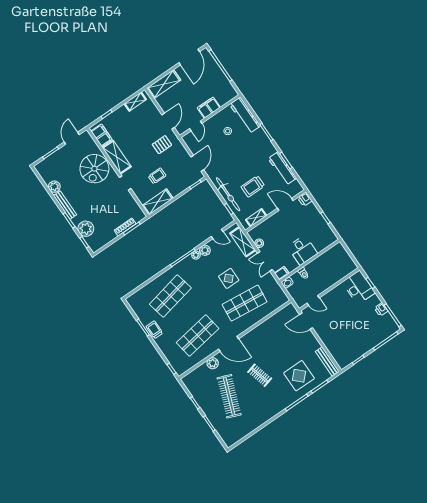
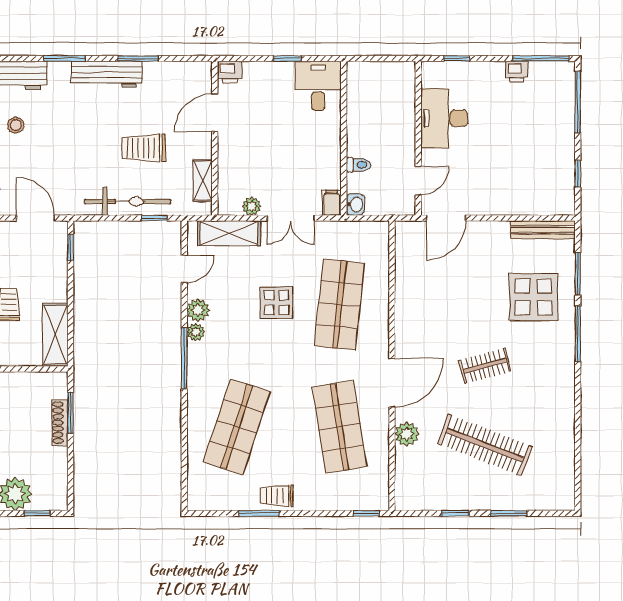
workbench: (282, 168) -> (107, 74), moved
trolley: (253, 186) -> (144, 148), turned 90
desk: (303, 250) -> (318, 86), moved, turned -90
desk: (359, 288) -> (444, 118), moved, turned -90
shop shelf: (170, 296) -> (237, 427), turned 30

